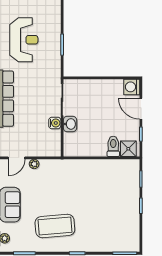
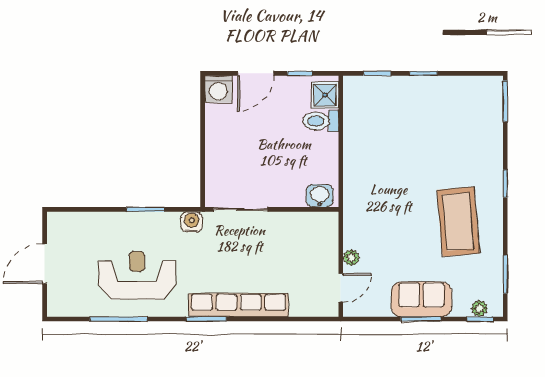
water cooler: (55, 123) -> (192, 222), moved
washbasin: (70, 124) -> (320, 196), moved
door: (17, 158) -> (341, 288), hinge flipped

